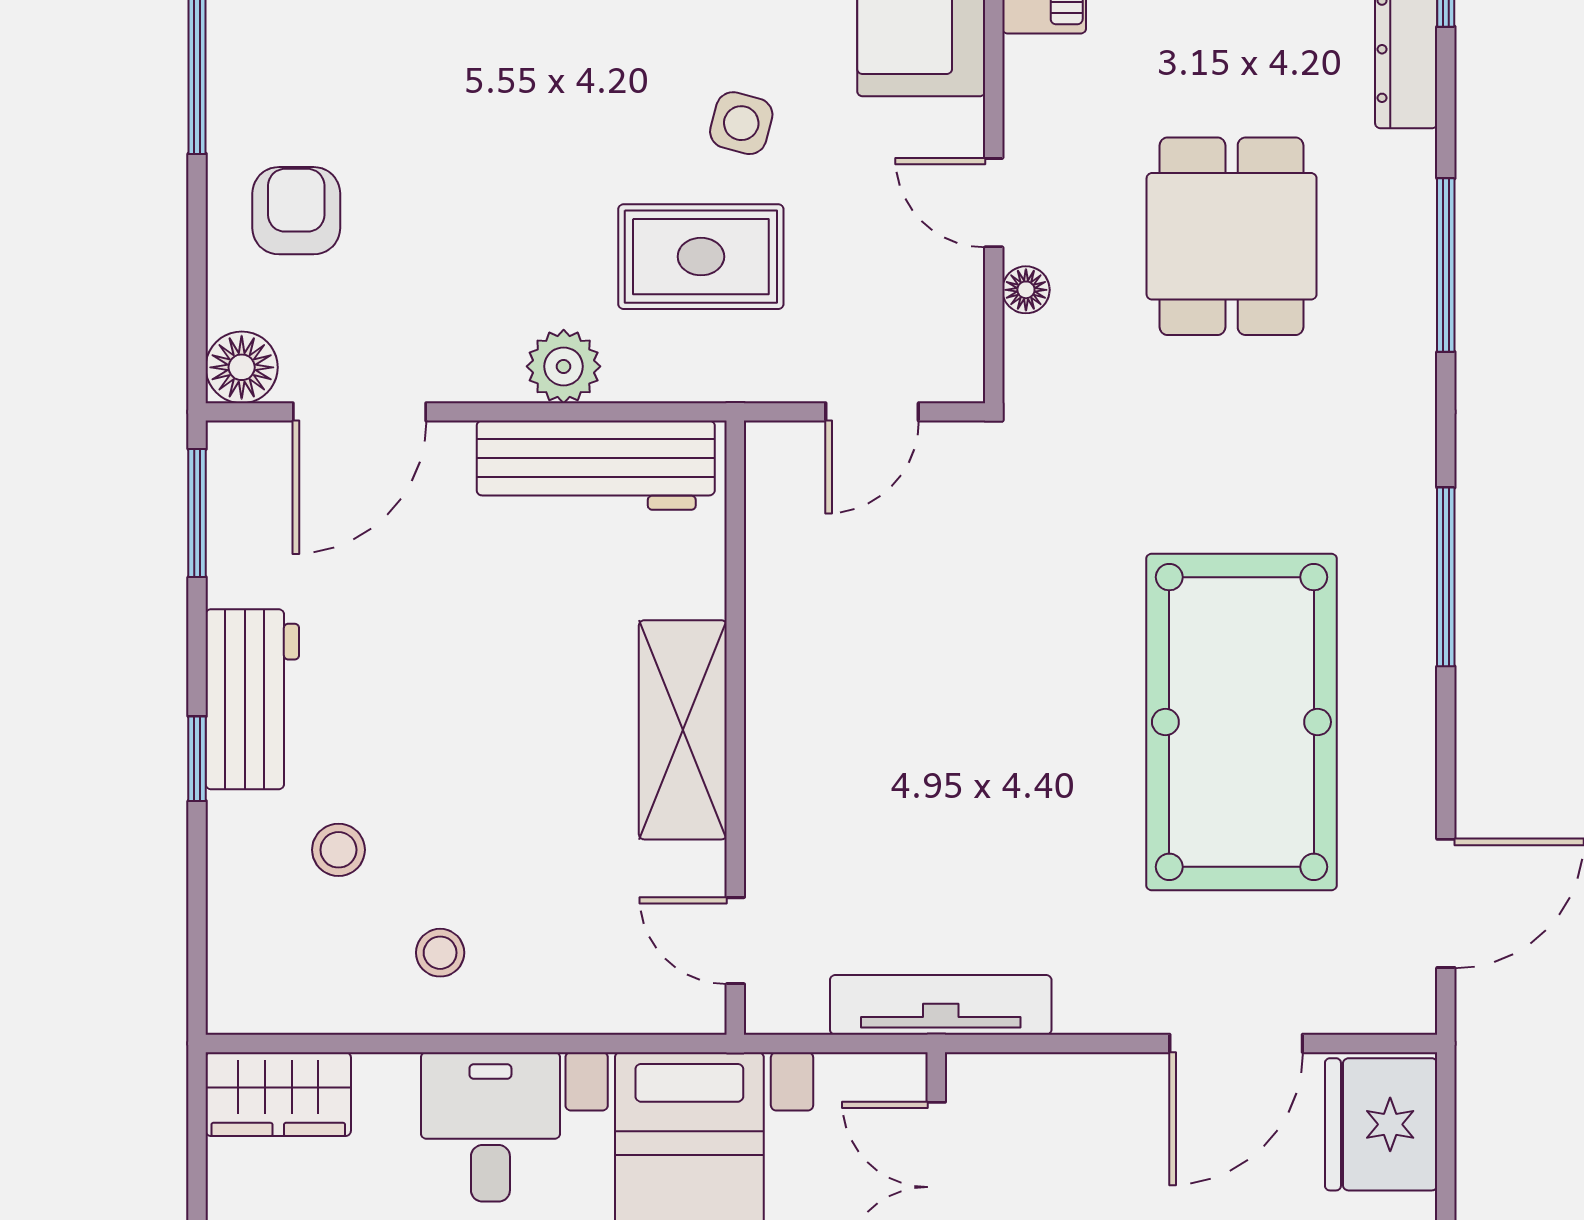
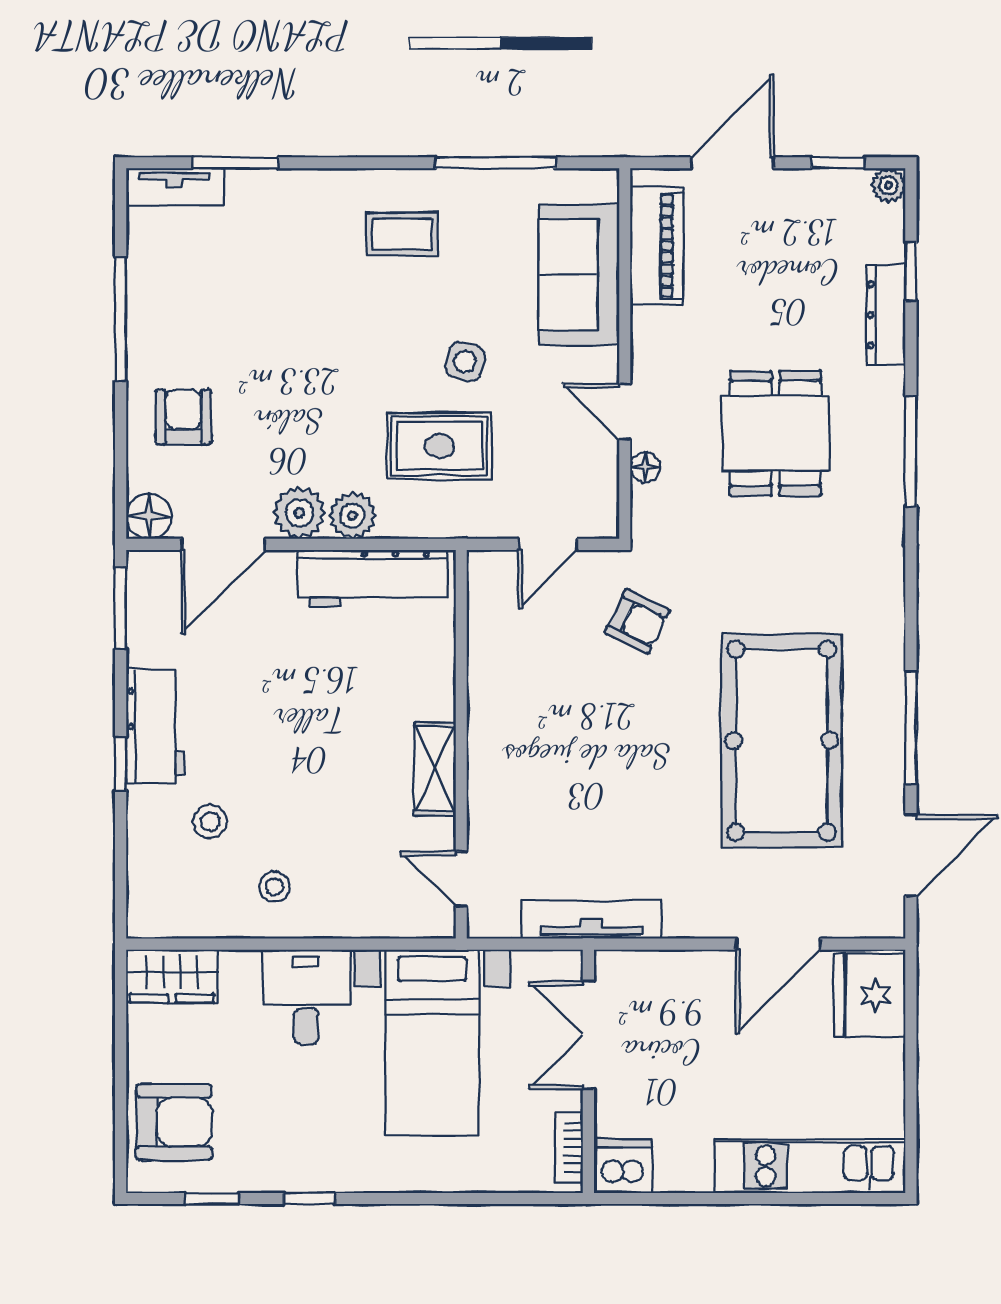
plant: (480, 362) -> (299, 513), added
armchair: (1013, 534) -> (637, 621), added
window: (1446, 577) -> (911, 728), moved
shelving: (683, 730) -> (435, 769), width x0.67, depth x0.75

